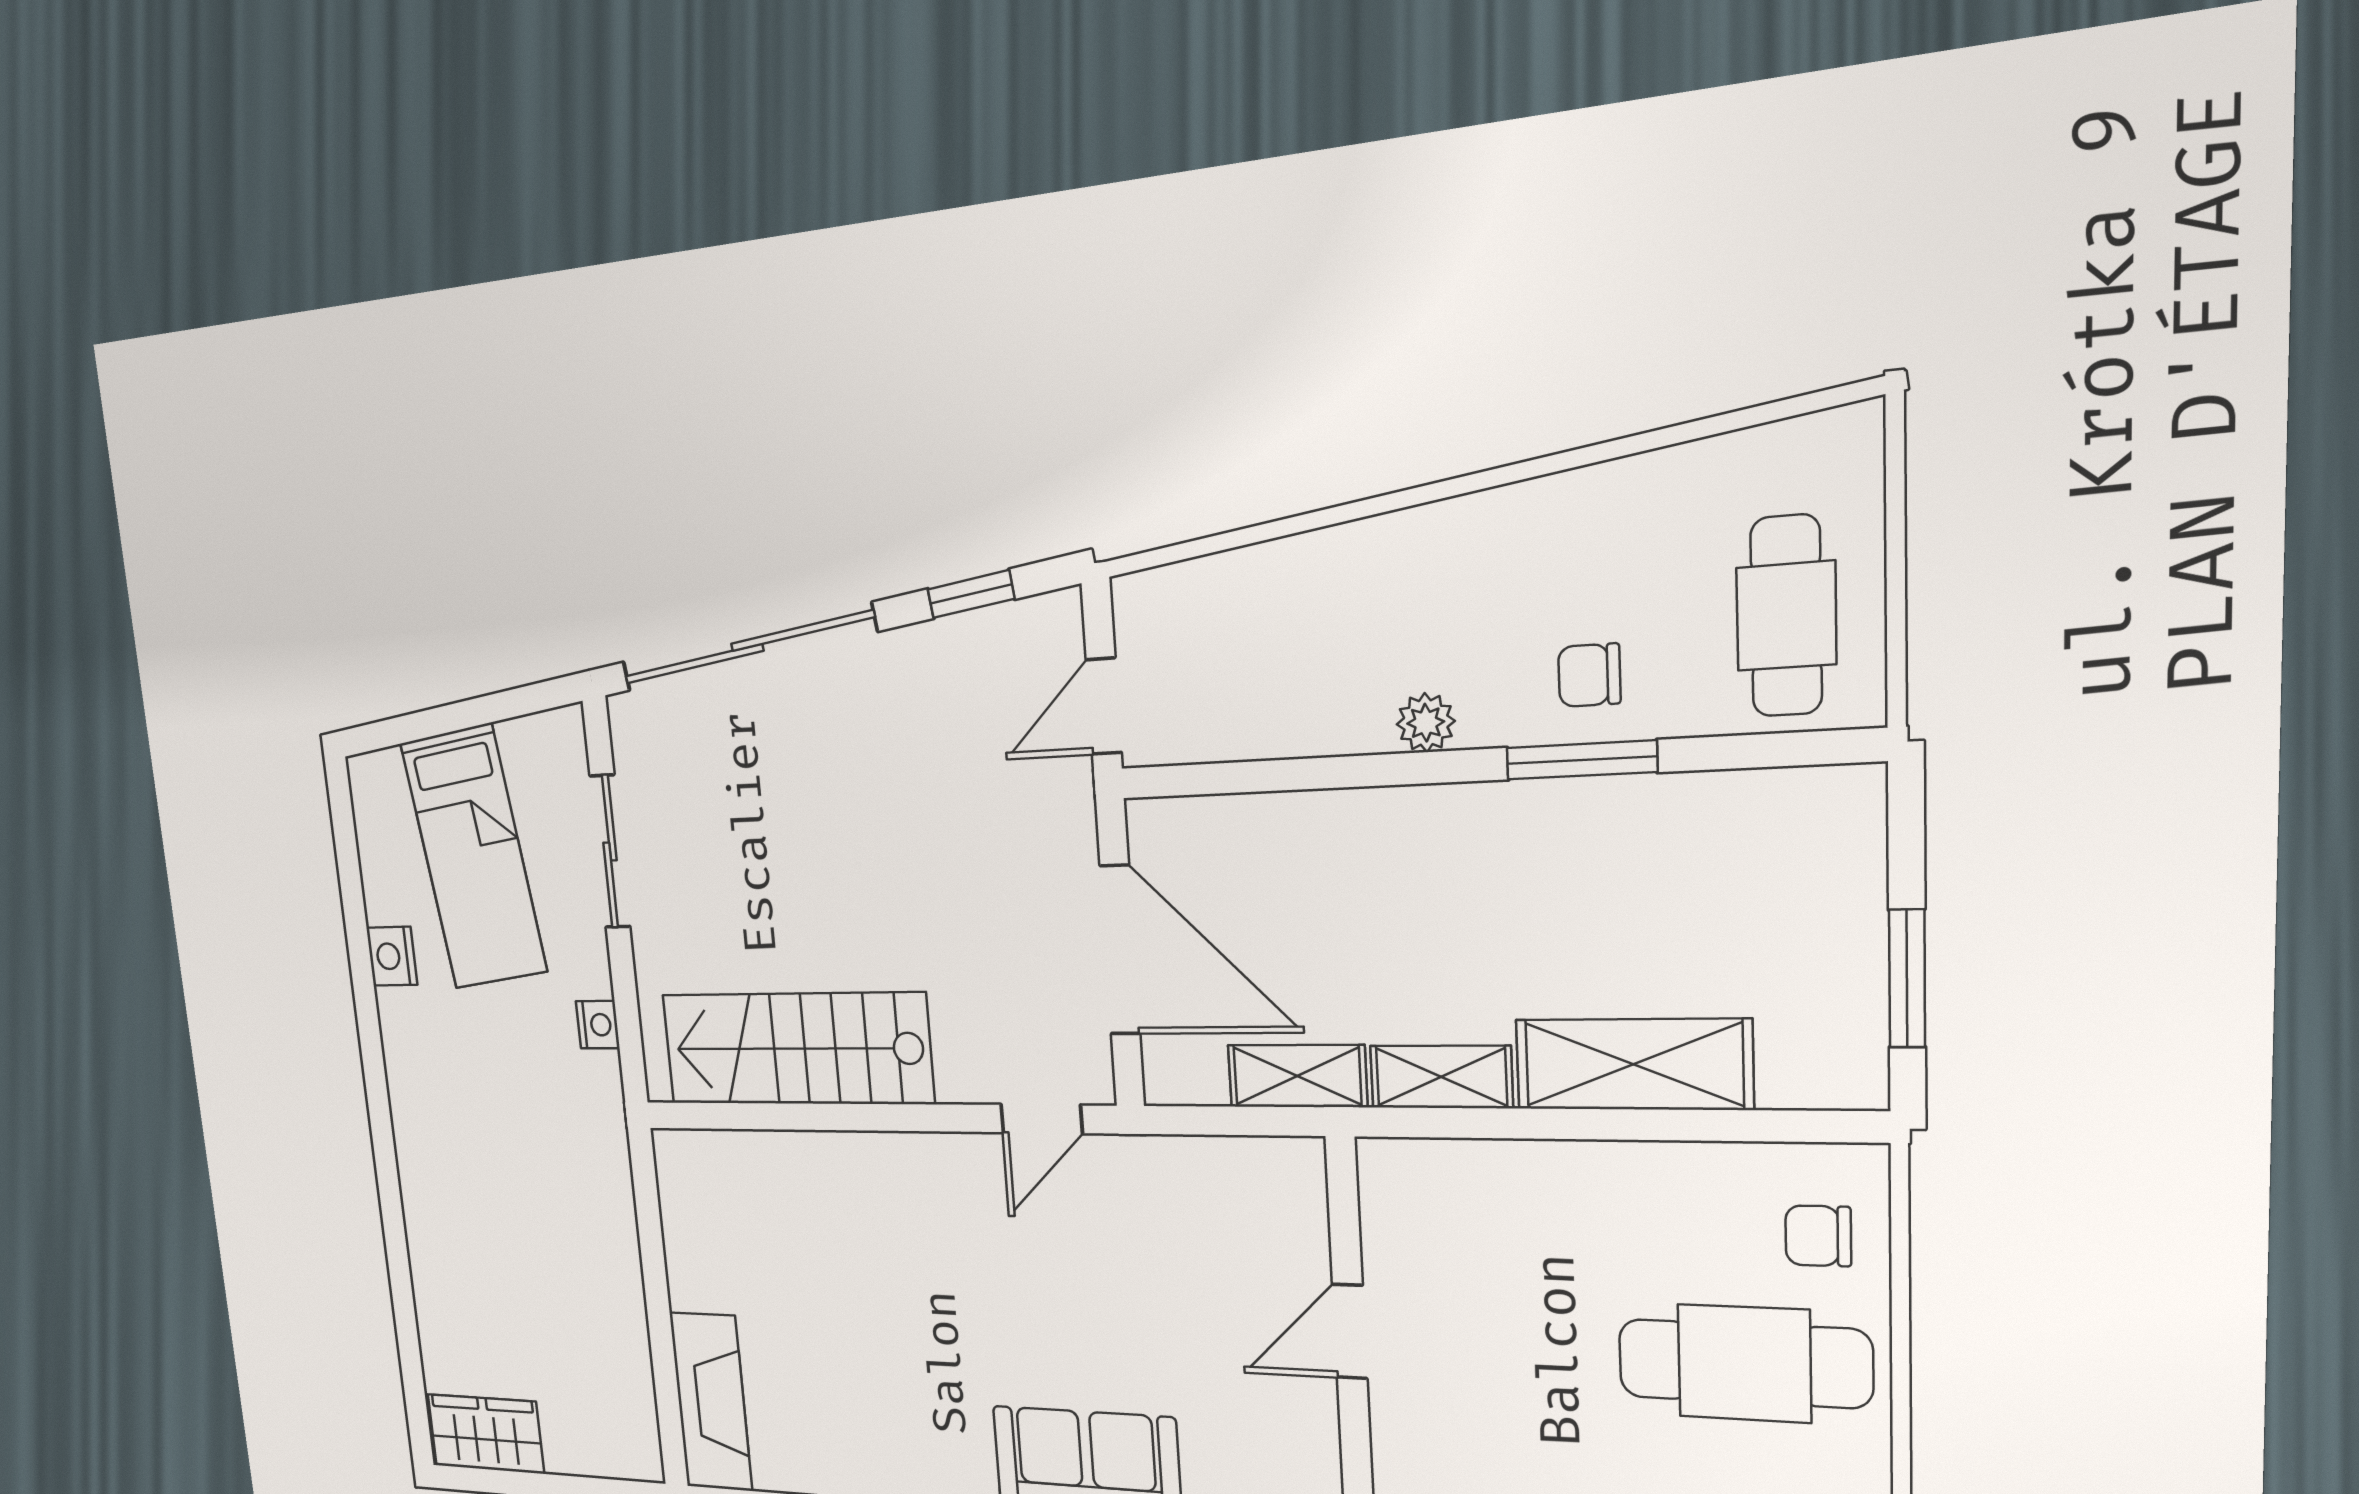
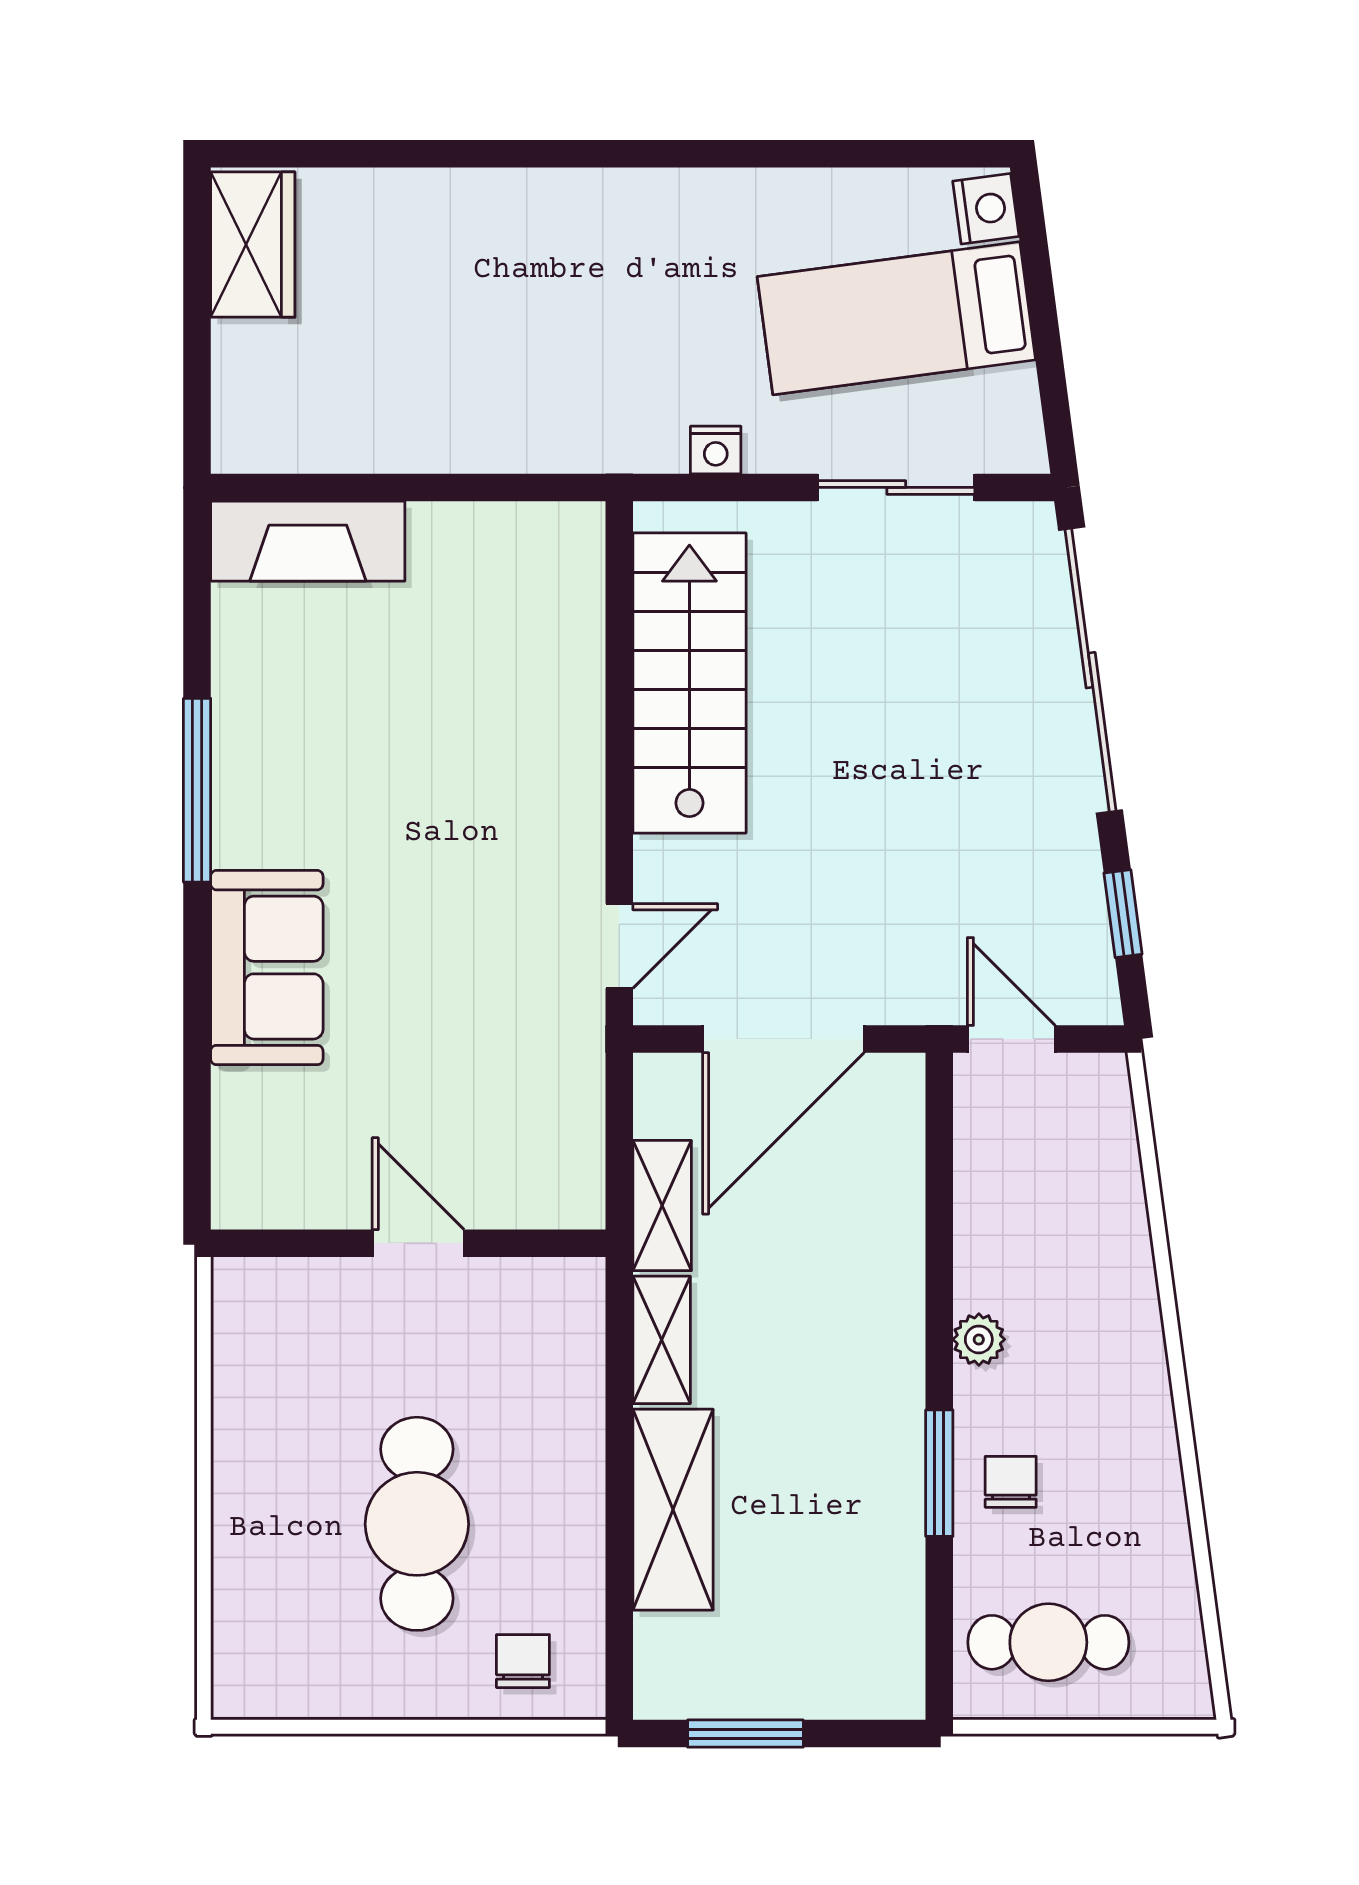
nightstand: (392, 956) -> (986, 209), moved, turned 82
door: (1041, 1119) -> (619, 946), swing flipped
cafe table: (1744, 1363) -> (417, 1524), moved

